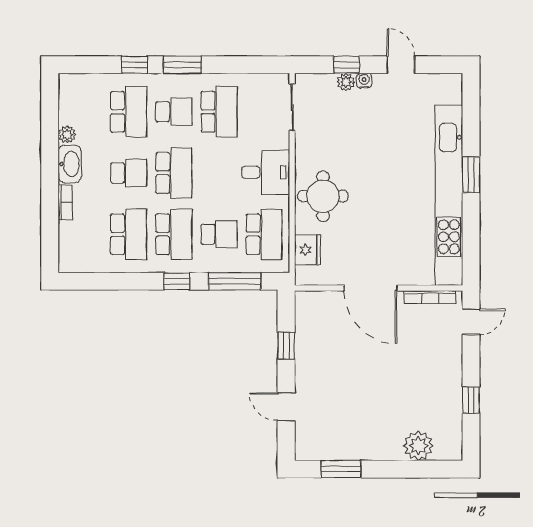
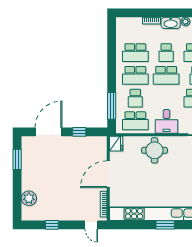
fridge: (308, 250) -> (116, 144), moved, turned -90
window: (177, 281) -> (112, 77), removed
door: (286, 407) -> (49, 132), width x1.87

